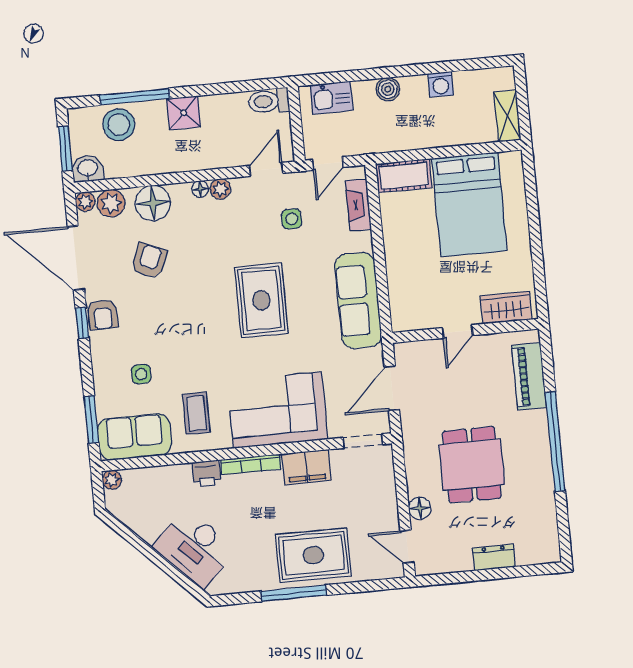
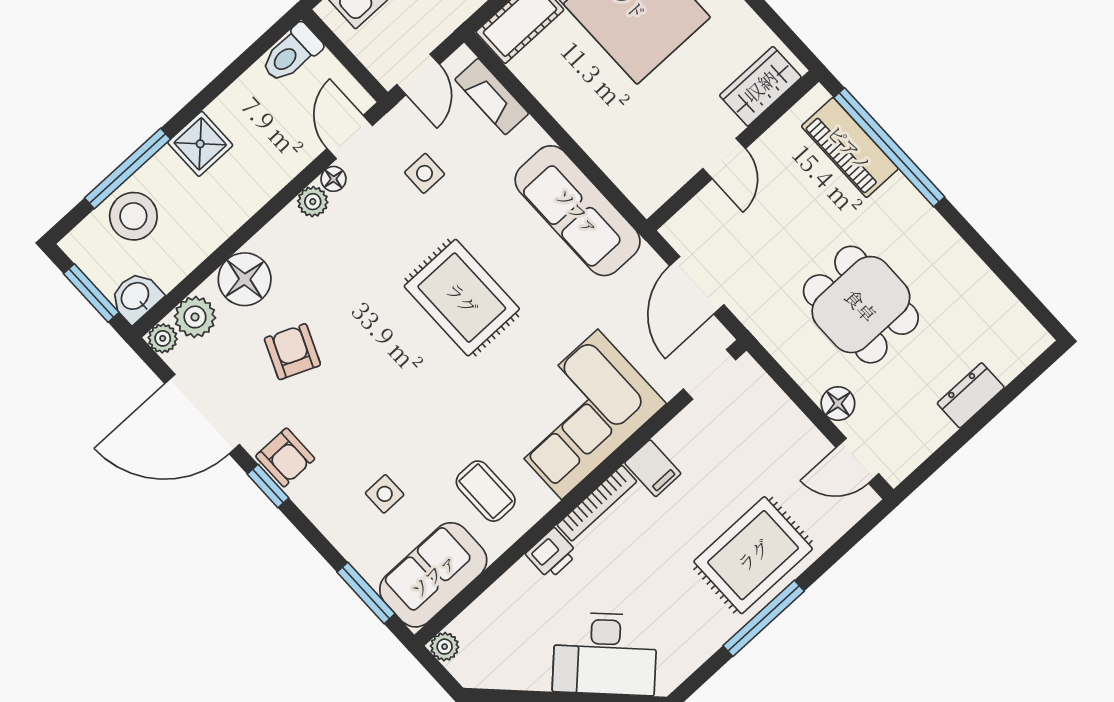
floor lamp: (200, 189) -> (333, 179), moved
window: (555, 441) -> (889, 147), moved
filing cabinet: (306, 467) -> (653, 468), width x0.50

